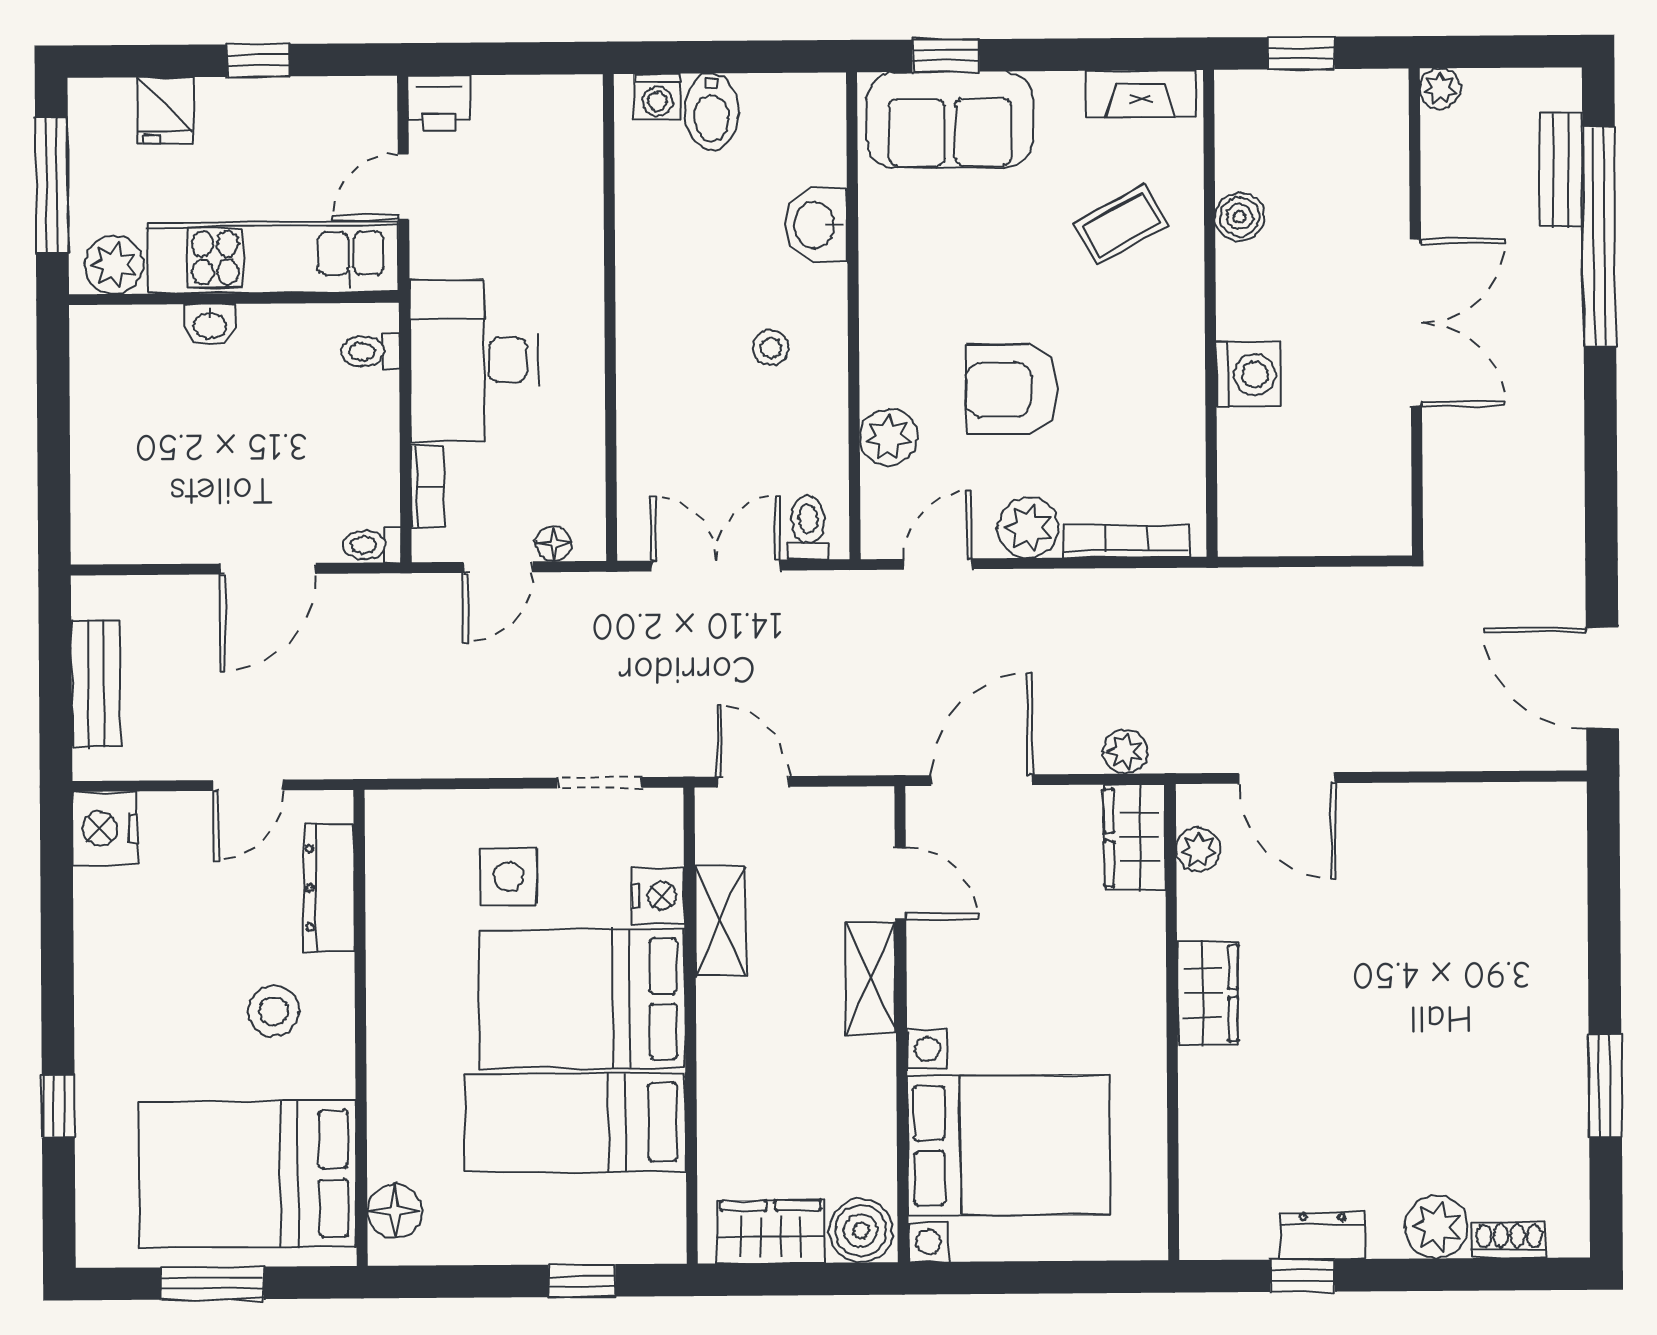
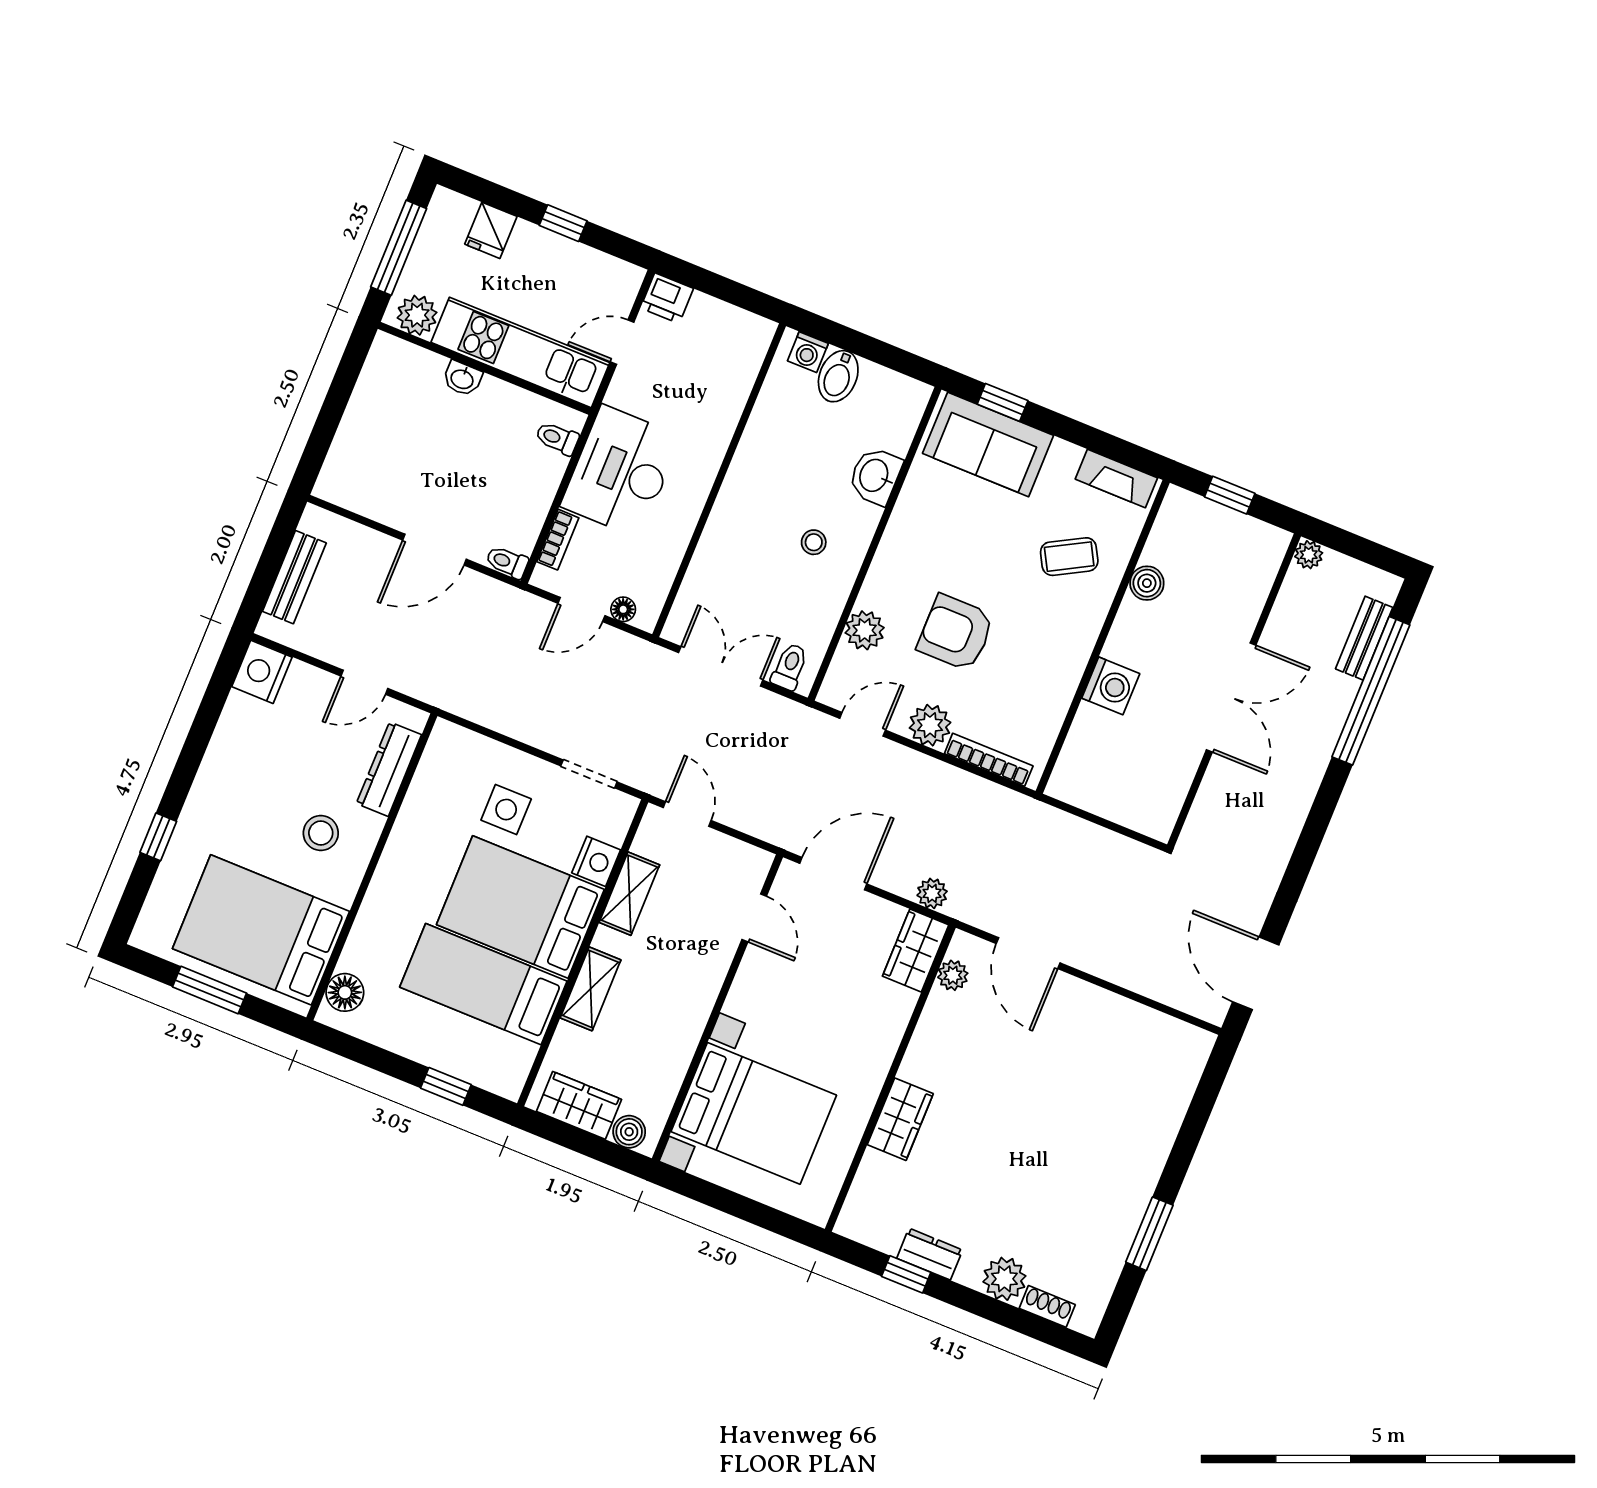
shelving: (871, 978) -> (591, 989), moved
wardrobe: (1208, 993) -> (900, 1119), moved
boiler: (861, 1231) -> (629, 1132), width x0.73, depth x0.73

